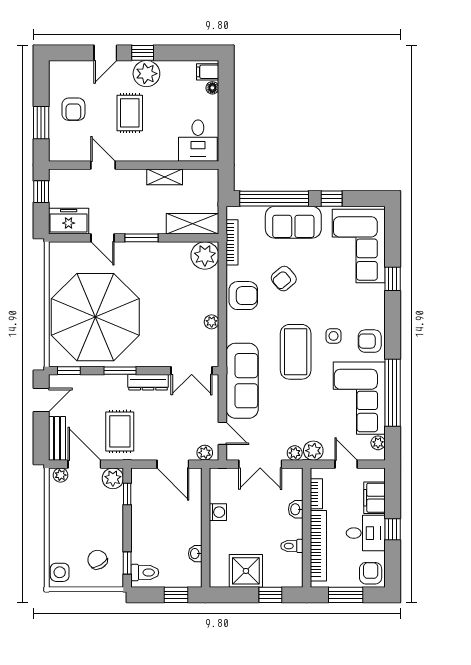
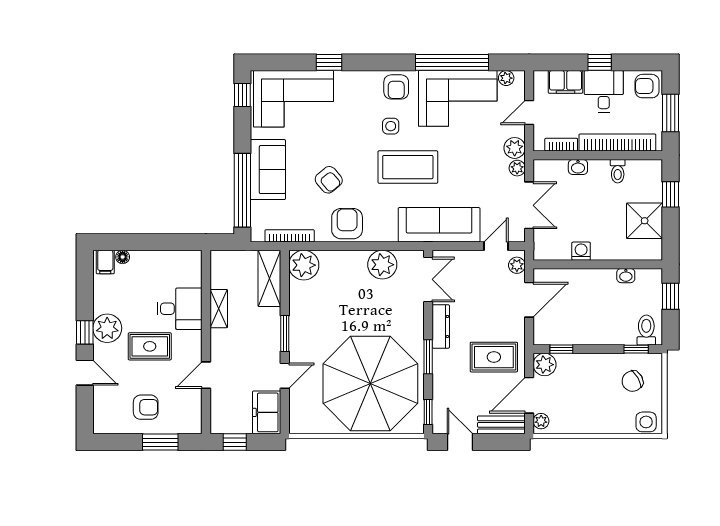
desk: (198, 141) -> (180, 309), moved
window: (332, 199) -> (242, 95), moved
plant: (212, 322) -> (382, 265), width x1.87, depth x1.87

